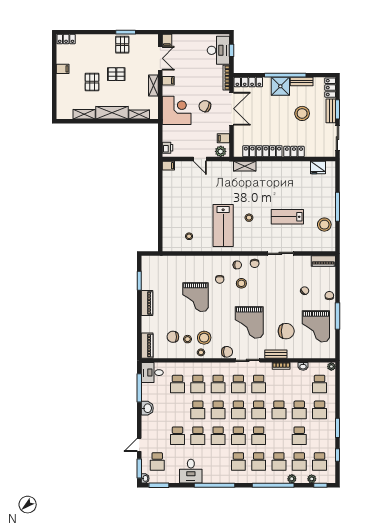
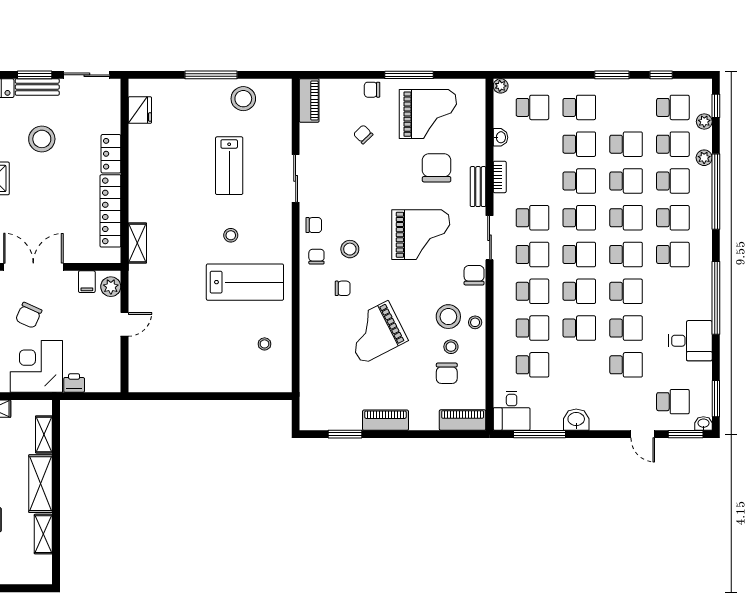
printer: (167, 148) -> (74, 383), moved
filing cabinet: (168, 166) -> (136, 381), removed
grand piano: (195, 297) -> (375, 332), turned 153
school desk: (279, 436) -> (626, 181), added

